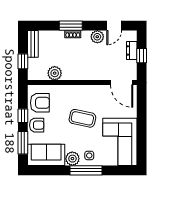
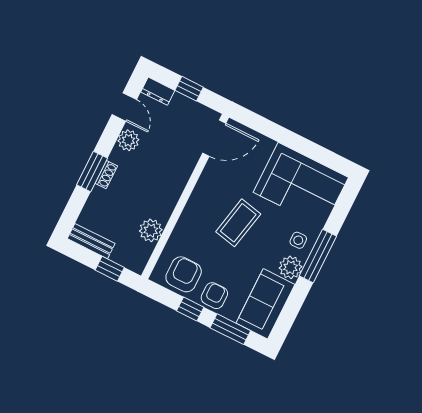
dresser: (132, 50) -> (158, 91), moved

